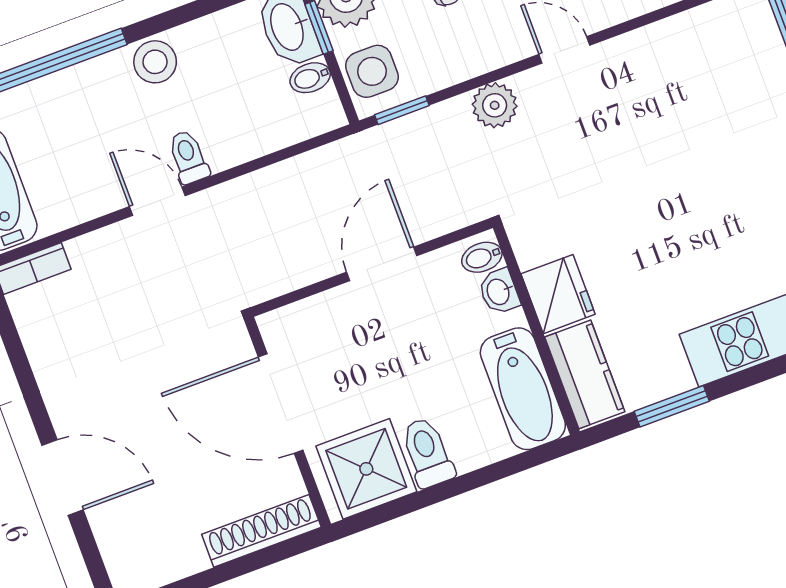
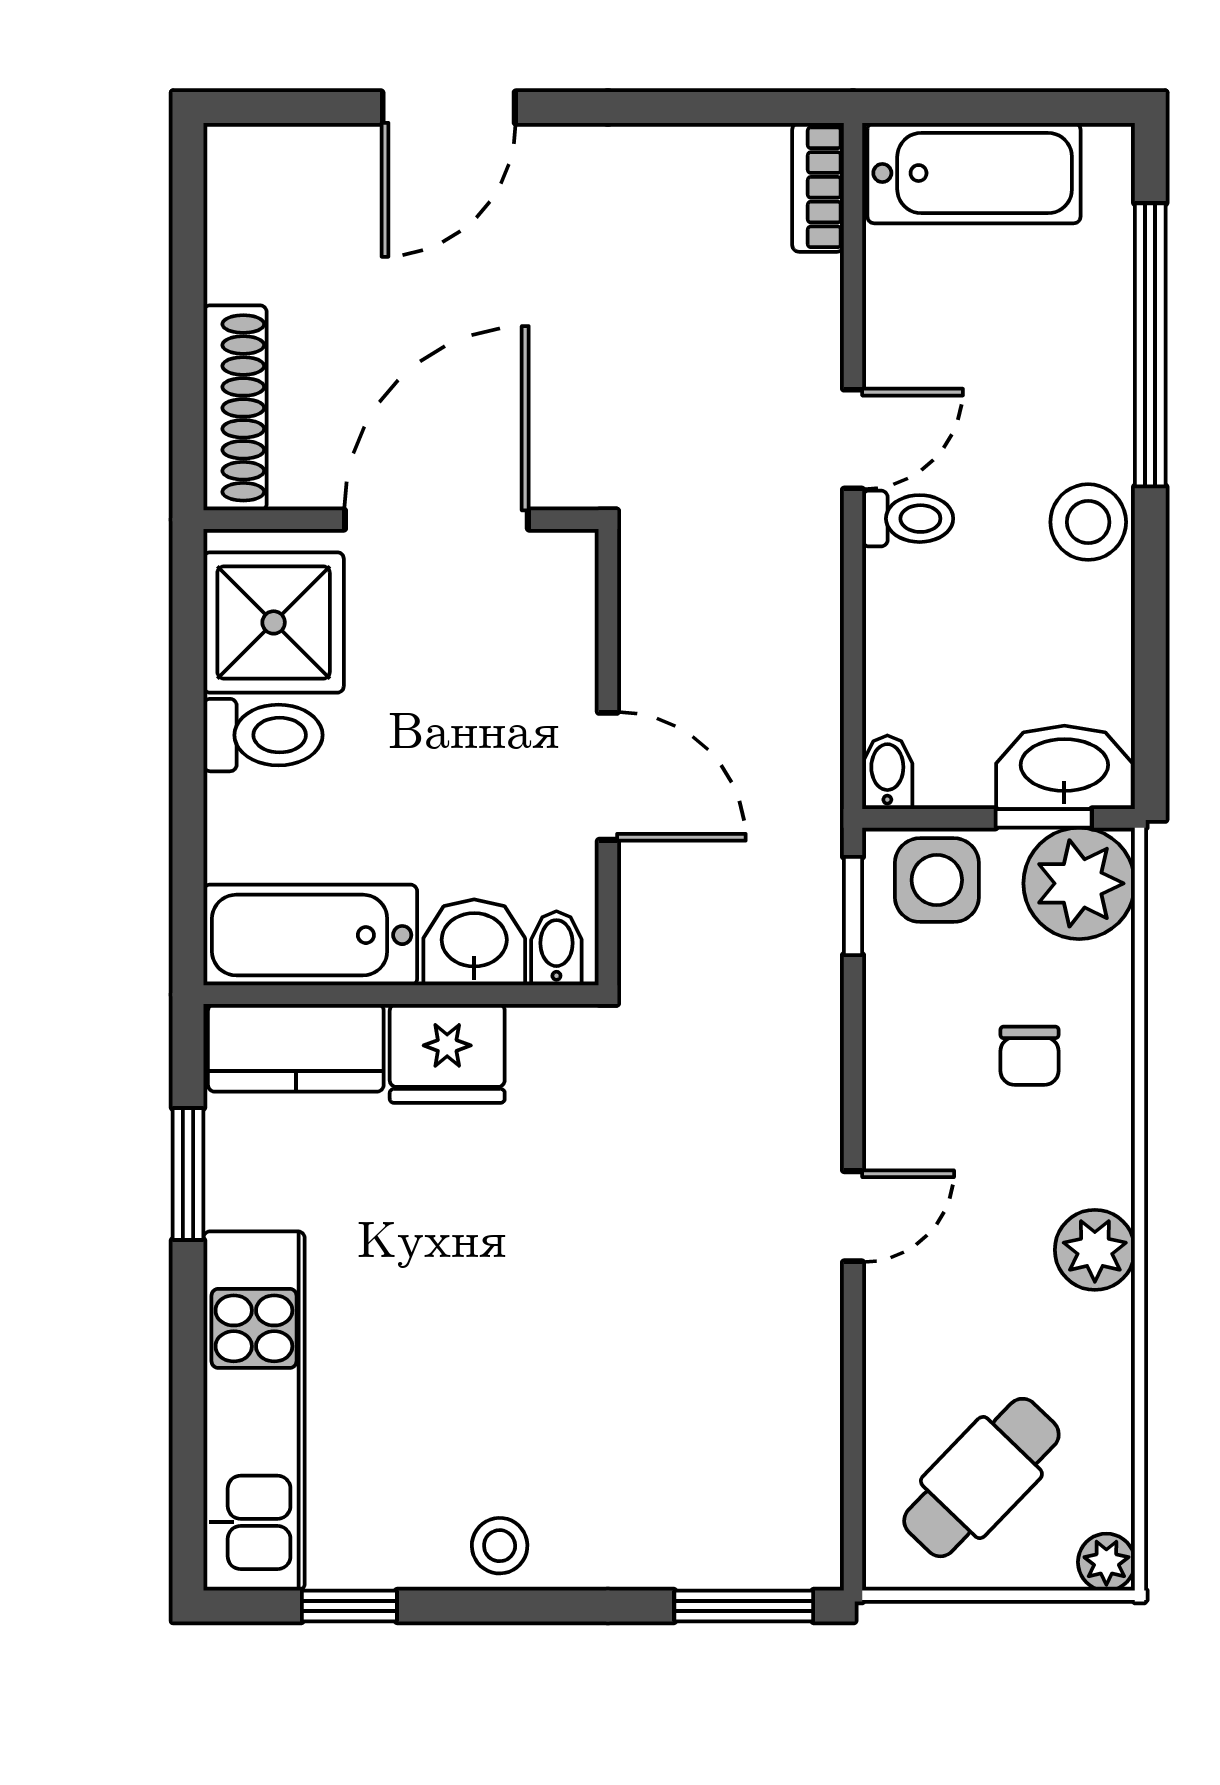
bidet: (310, 78) -> (887, 772), moved
plant: (495, 105) -> (803, 1065), removed
washbasin: (499, 292) -> (474, 942), width x1.38, depth x1.45

